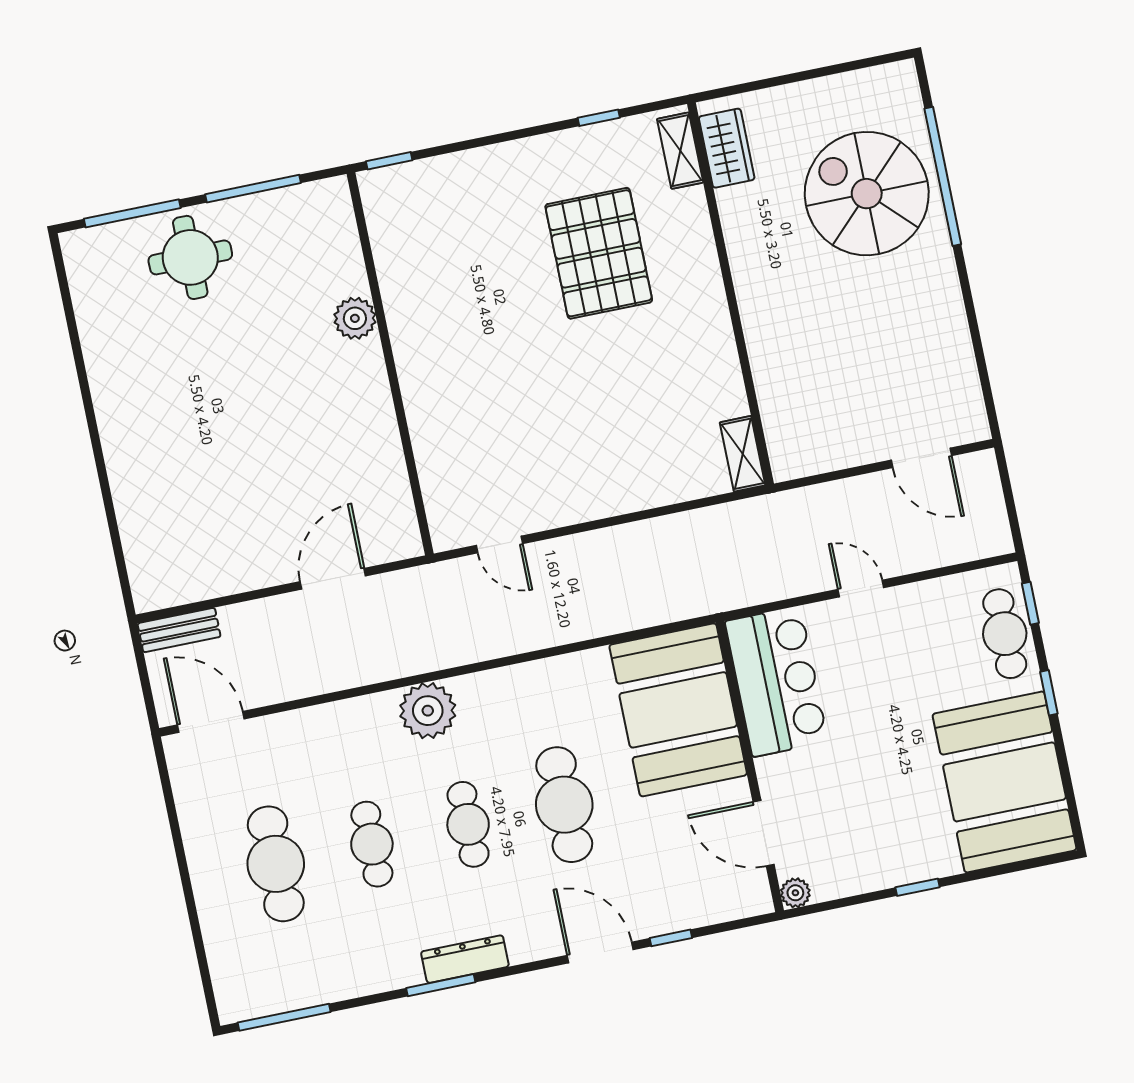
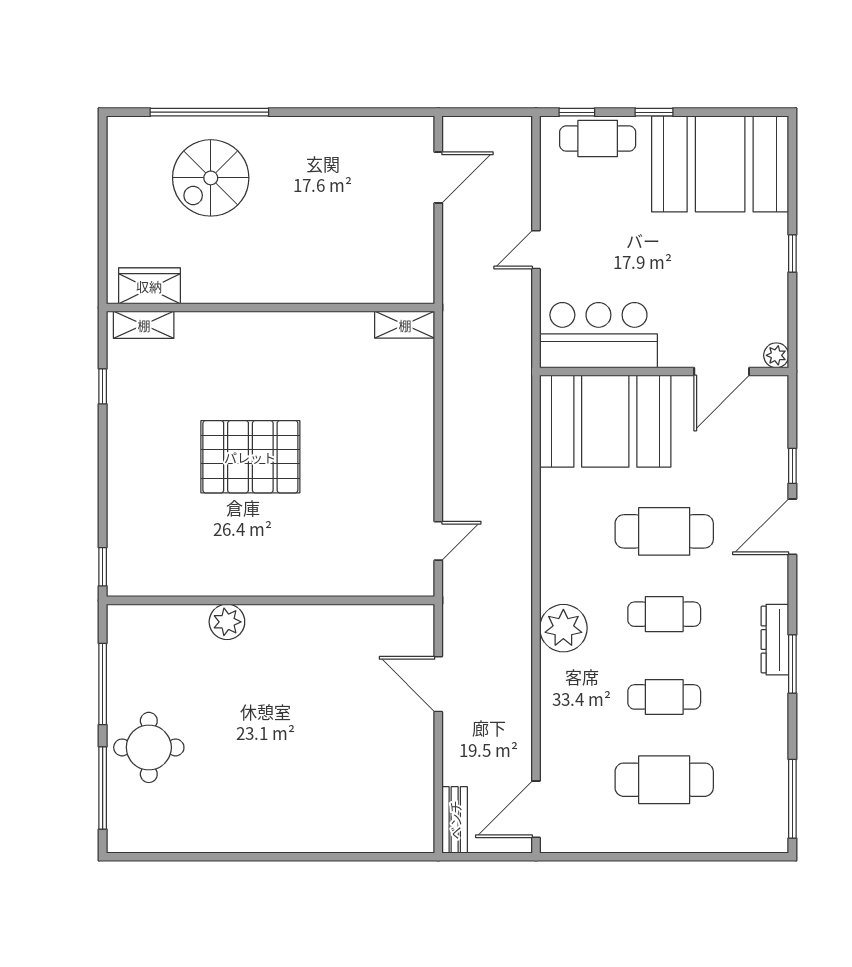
spiral stairs: (867, 194) -> (211, 178), width x0.73, depth x0.73
pallet: (599, 253) -> (250, 457), moved

